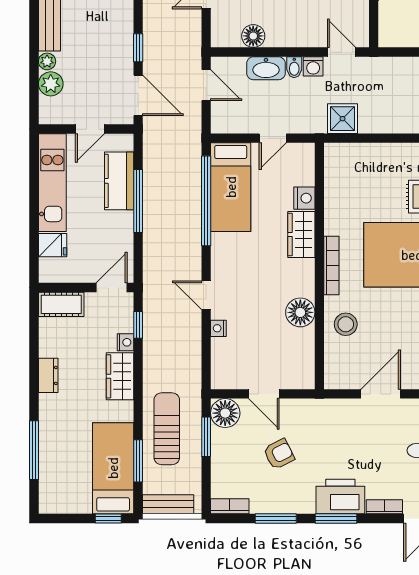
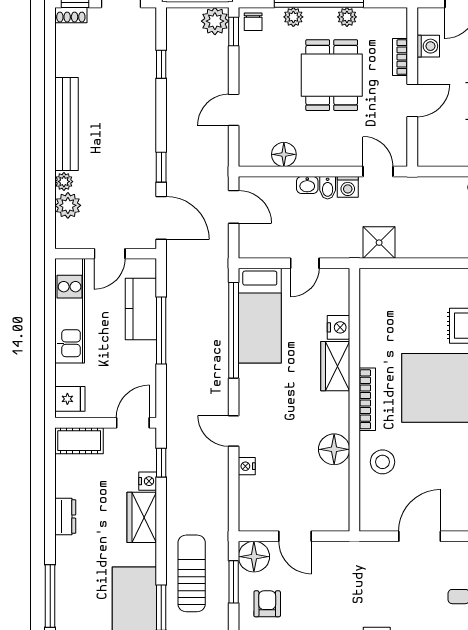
washbasin: (266, 68) -> (307, 185), width x0.52, depth x0.69
fridge: (53, 245) -> (70, 399), moved
armchair: (279, 454) -> (267, 604), moved, turned -63

